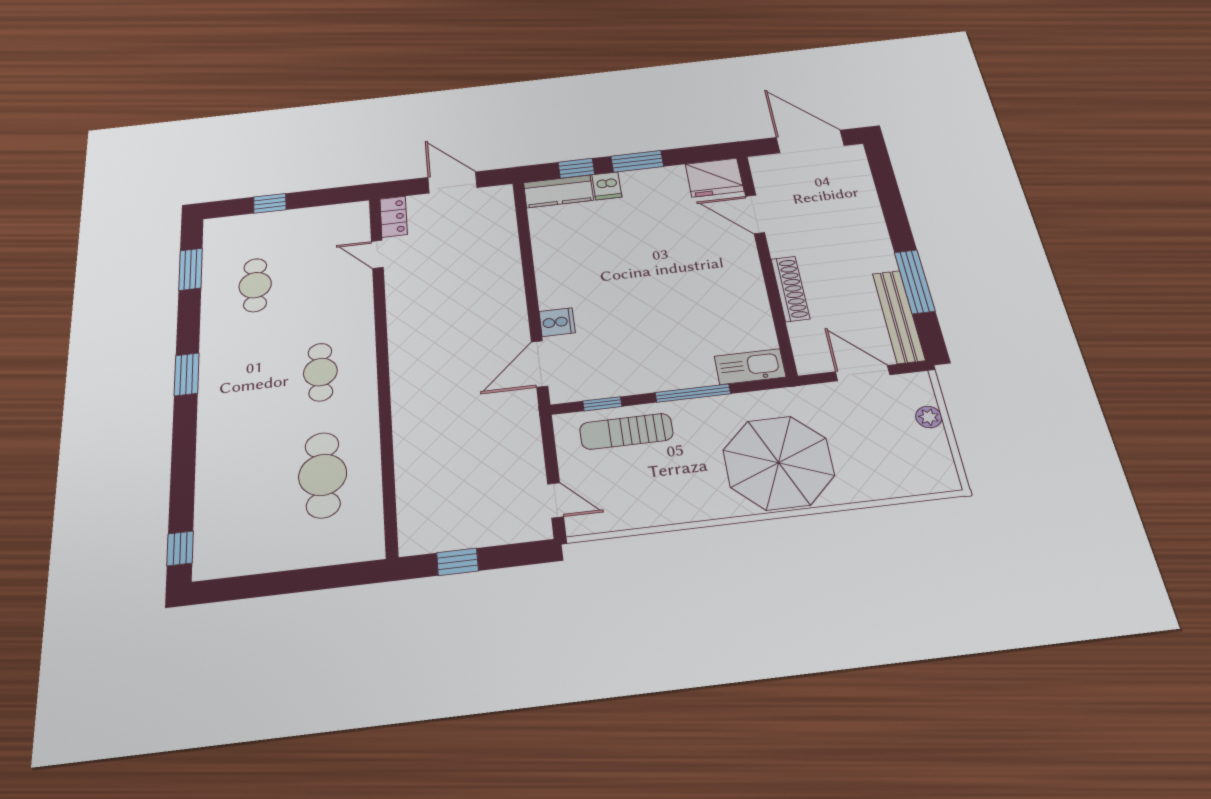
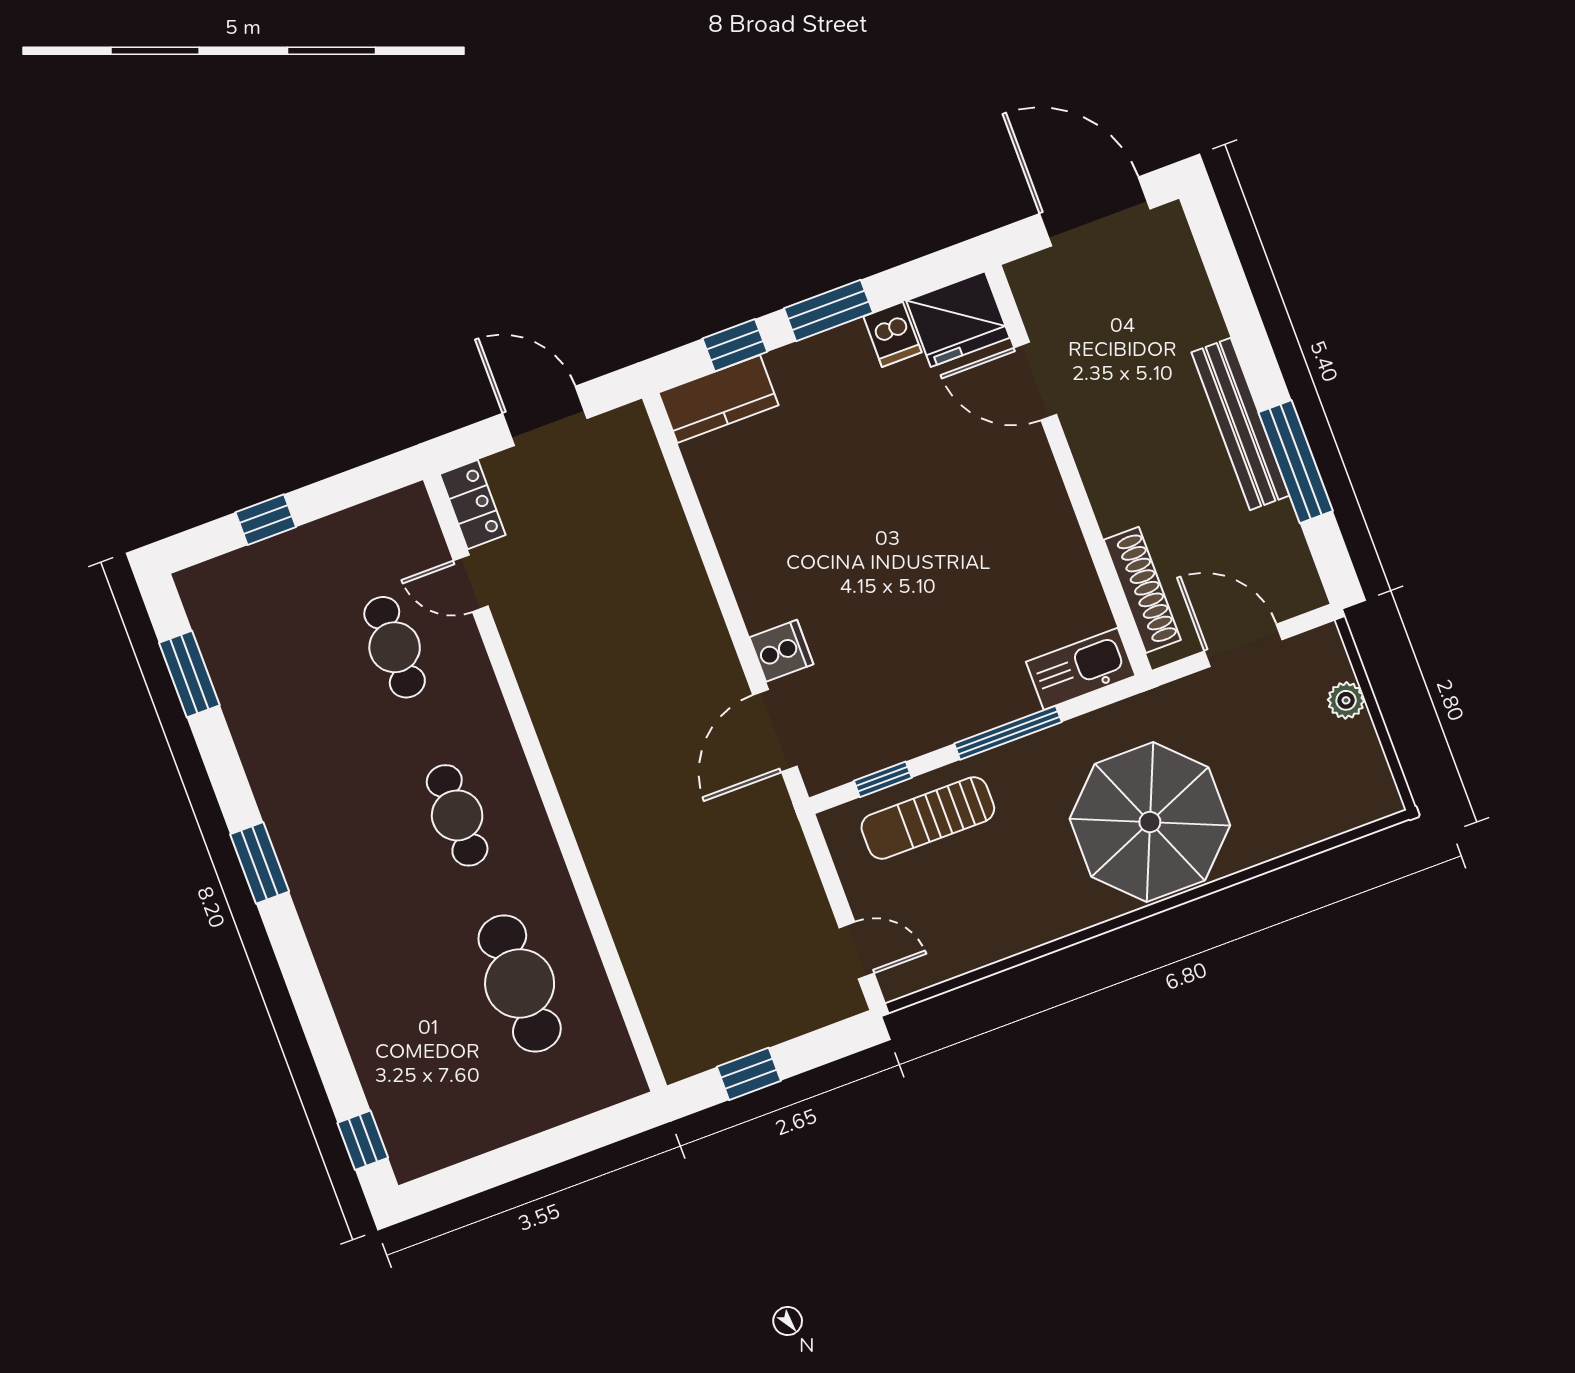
dishwasher: (607, 186) -> (892, 334), moved
cafe table: (255, 285) -> (395, 647), moved
shoe rack: (790, 289) -> (1142, 590), moved
bench: (899, 316) -> (1240, 424), moved

